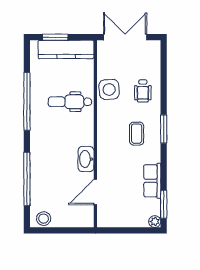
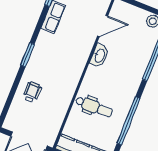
side table: (109, 89) -> (59, 104), removed
coffee table: (137, 134) -> (51, 60), removed

